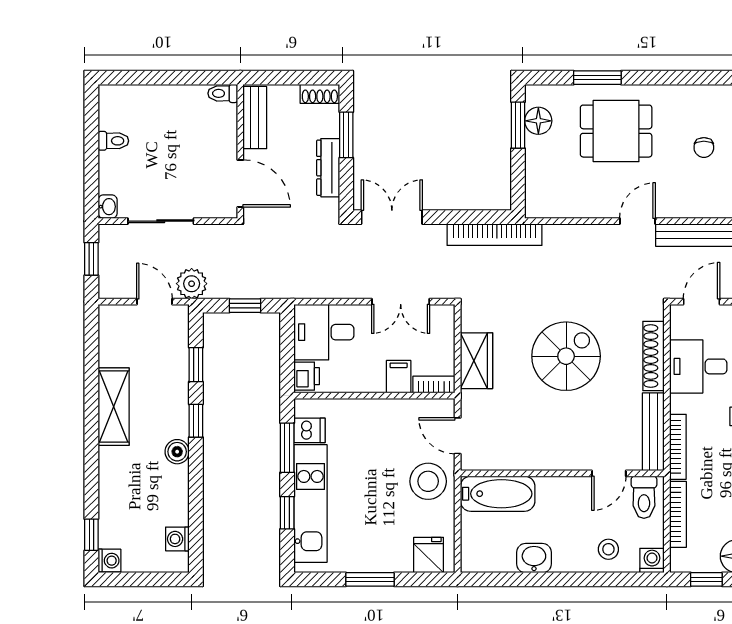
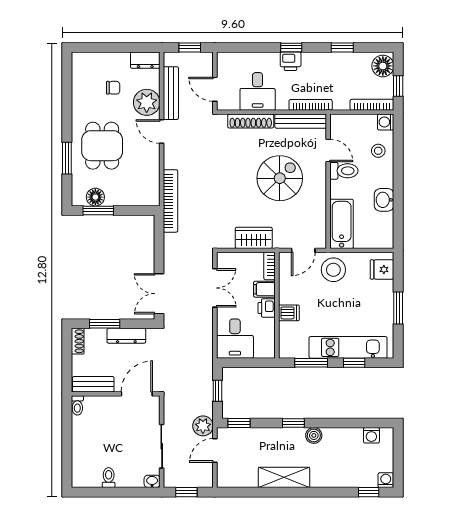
plant: (682, 199) -> (147, 102), added
bookcase: (495, 235) -> (171, 201), moved
spiral stairs: (566, 356) -> (280, 178), moved, turned 90
window: (196, 365) -> (239, 423), moved
printer: (307, 376) -> (267, 308), moved, turned -90
dishwasher: (310, 430) -> (289, 313), moved, turned 90
toilet: (644, 497) -> (344, 171), moved
bookcase: (678, 514) -> (372, 105), moved

